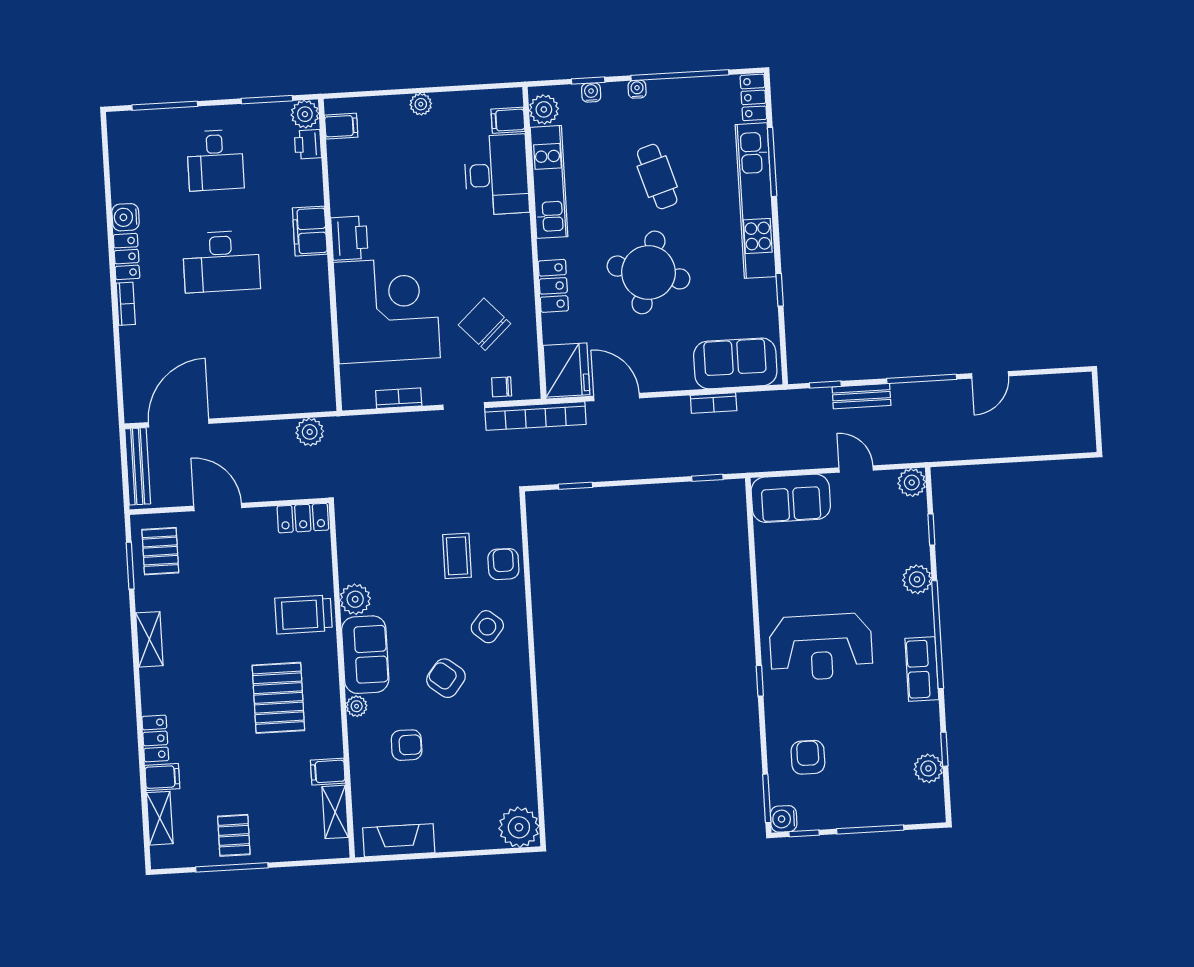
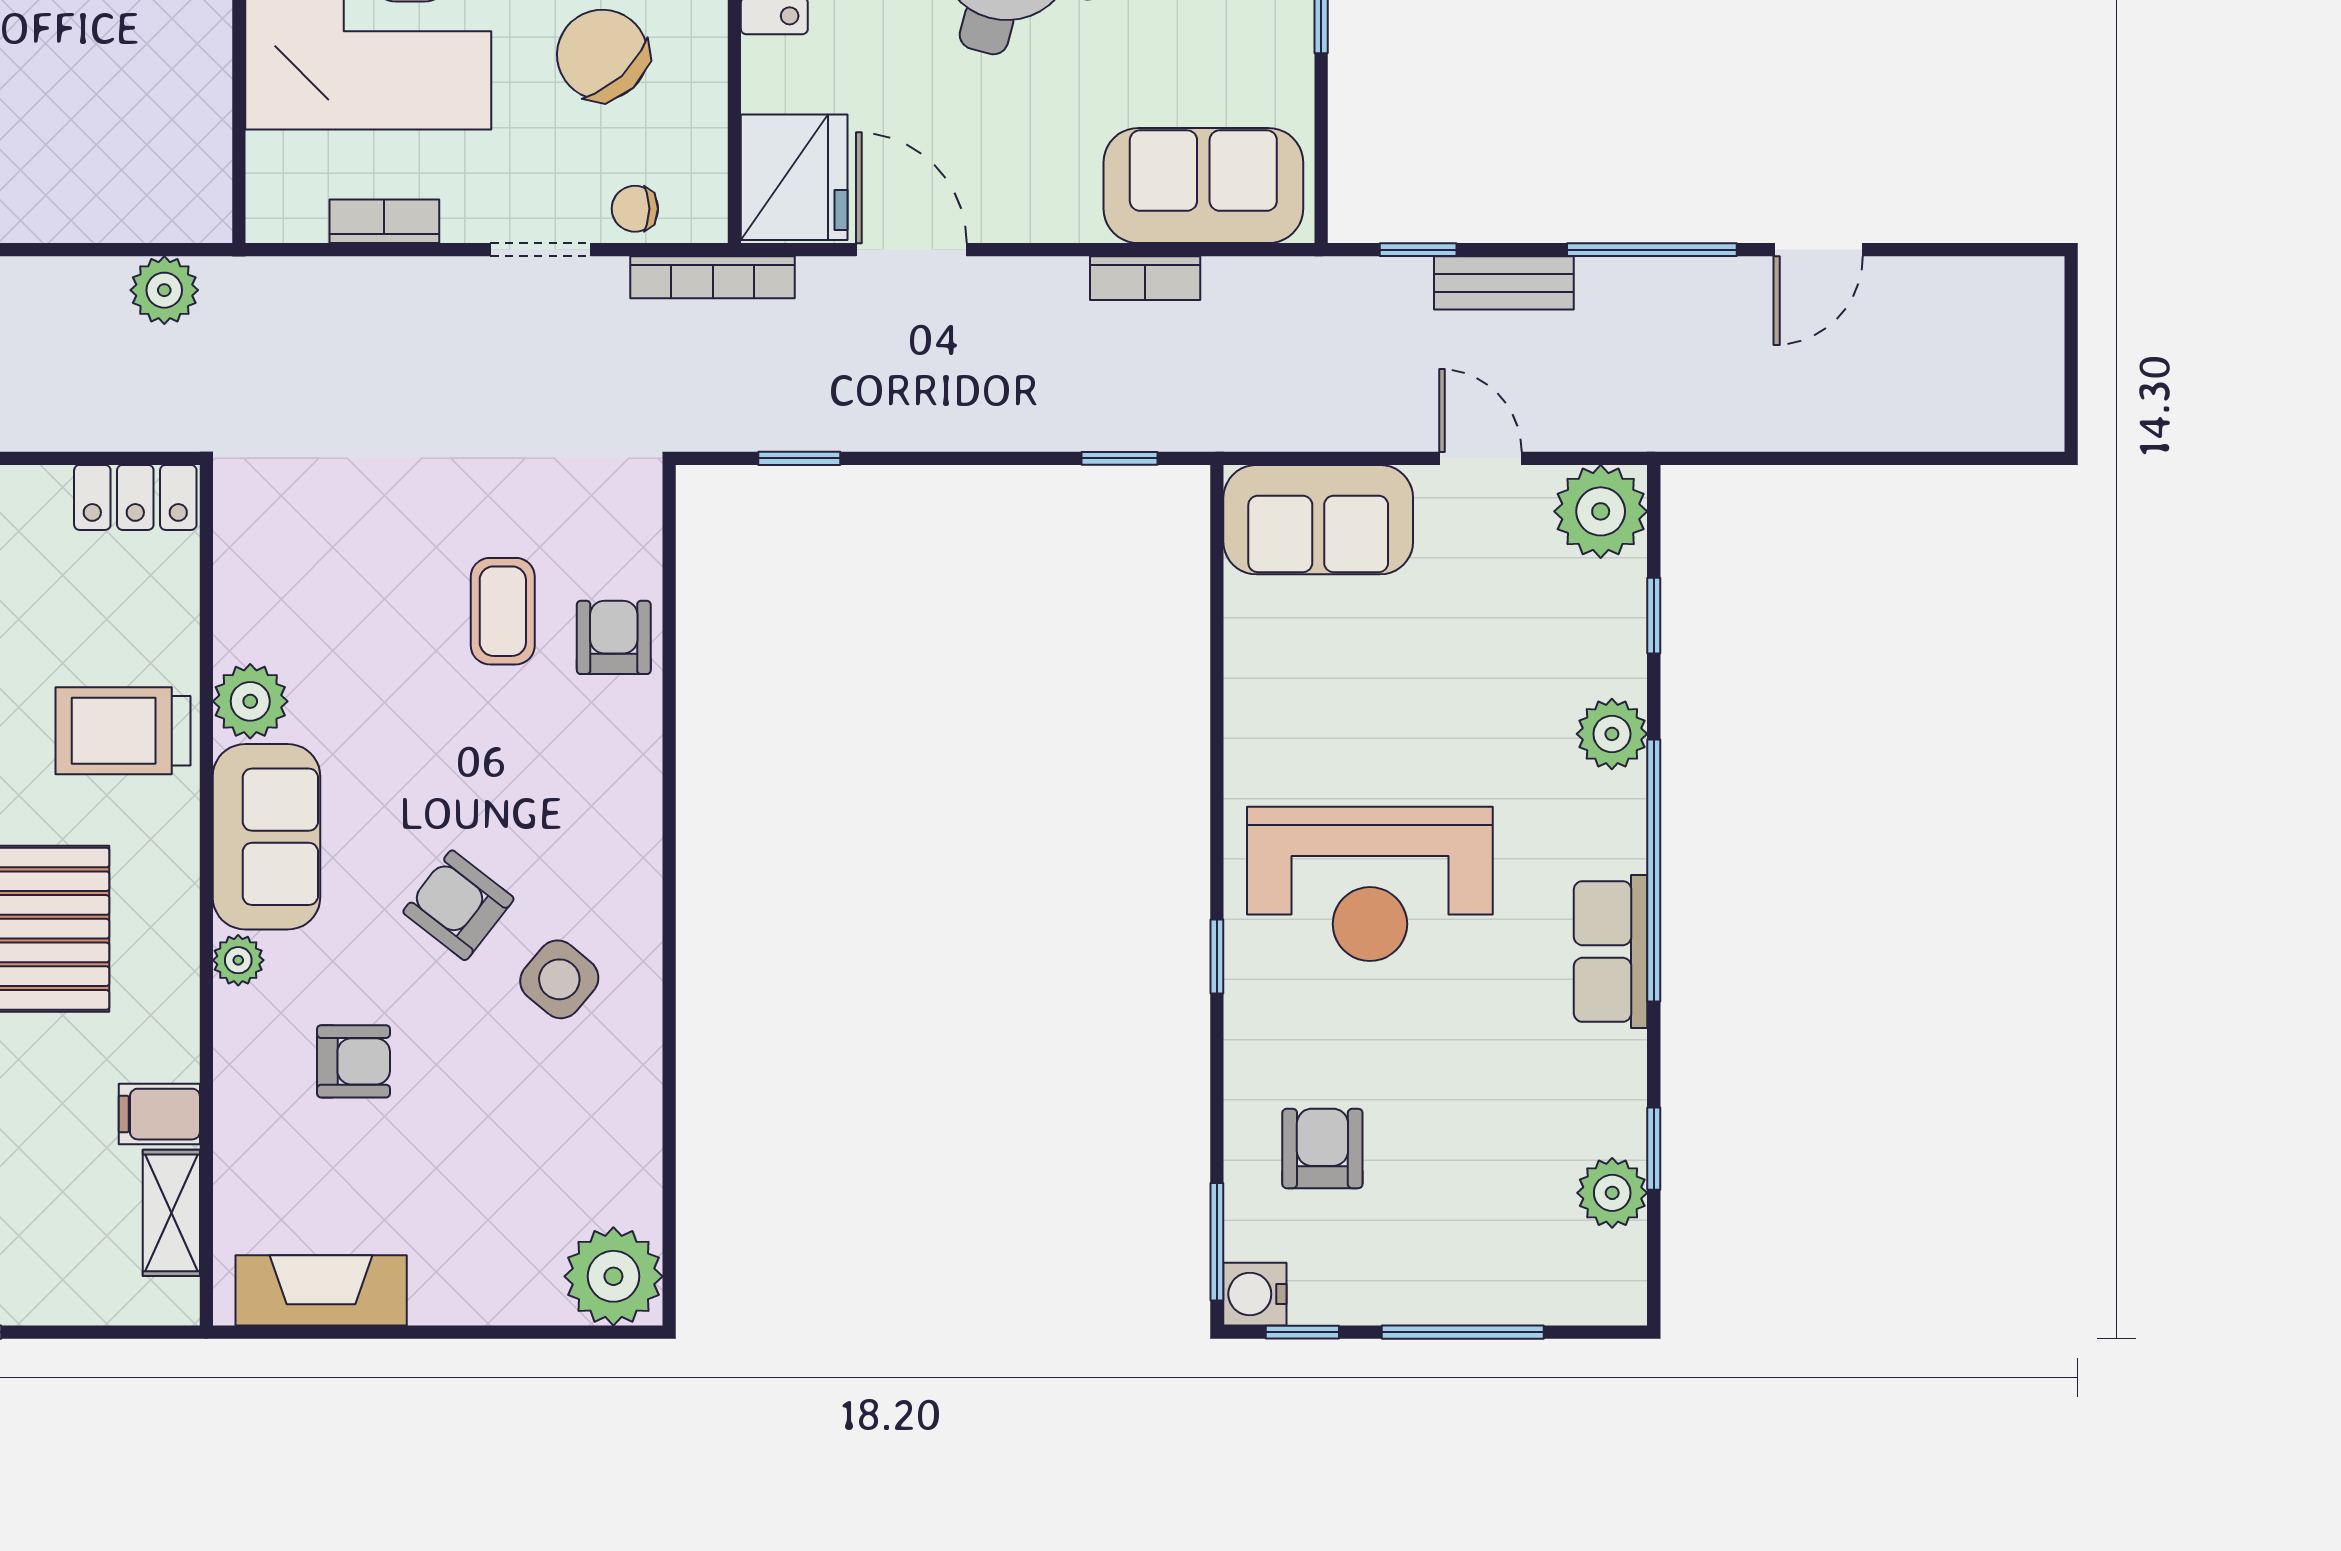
bookcase: (535, 416) -> (713, 277), width x0.68, depth x0.76
plant: (912, 483) -> (1601, 511), width x1.36, depth x1.36
side table: (487, 627) -> (559, 979), moved

